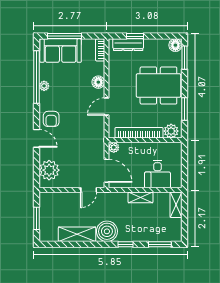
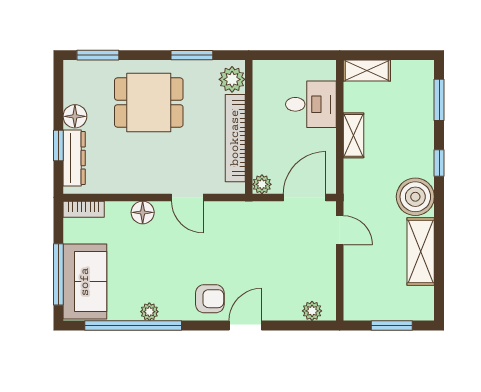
floor lamp: (175, 45) -> (75, 116), moved
dining table: (158, 86) -> (149, 102), width x0.73
plant: (49, 170) -> (312, 311), width x0.53, depth x0.53

